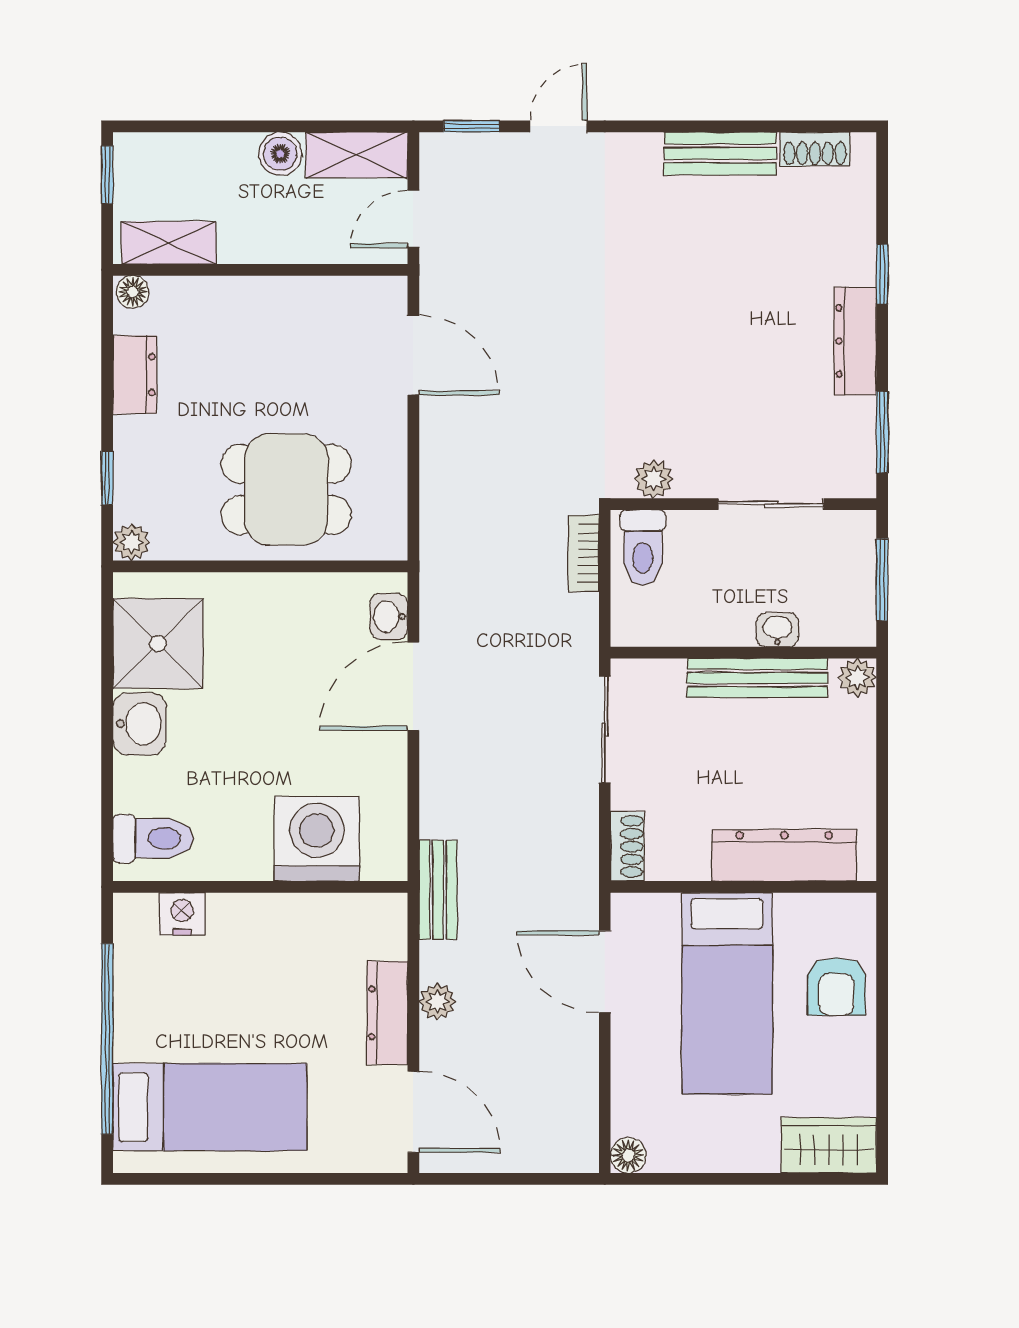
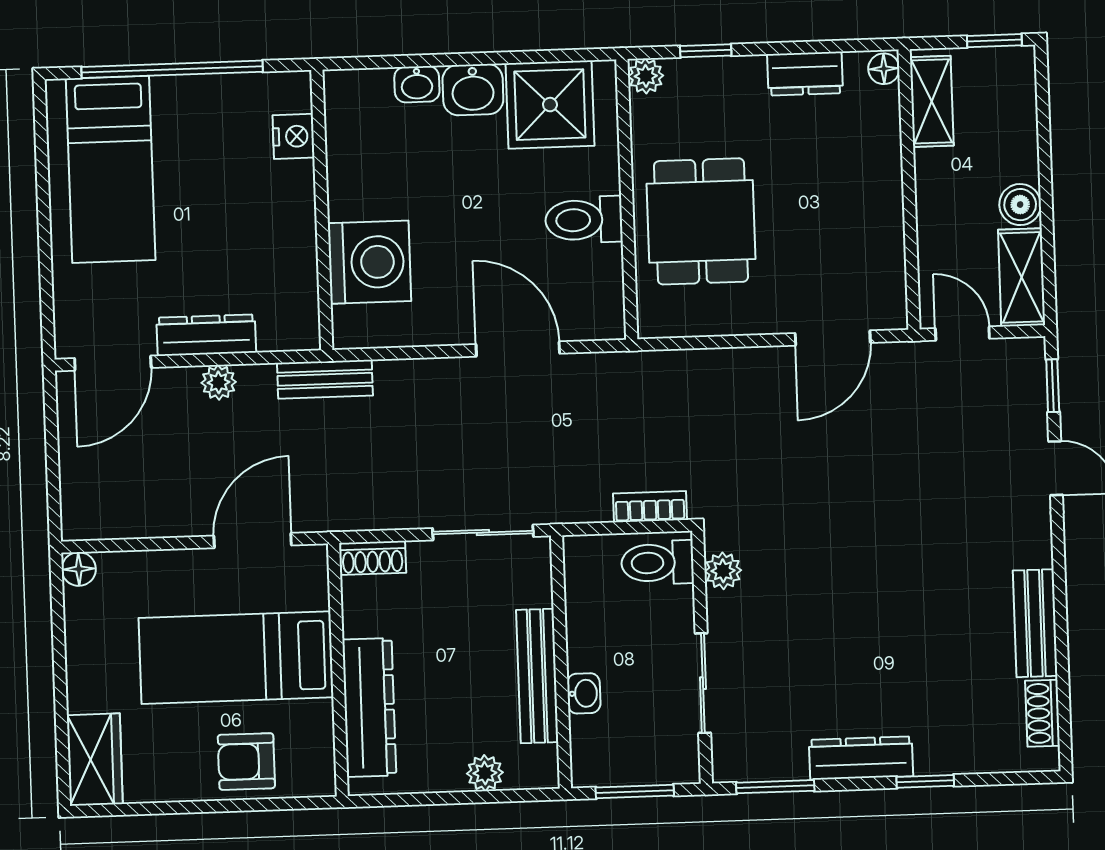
washbasin: (389, 616) -> (417, 84), moved, turned 180
plant: (857, 677) -> (485, 773), moved
toilet: (153, 838) -> (584, 220), moved, turned 90

